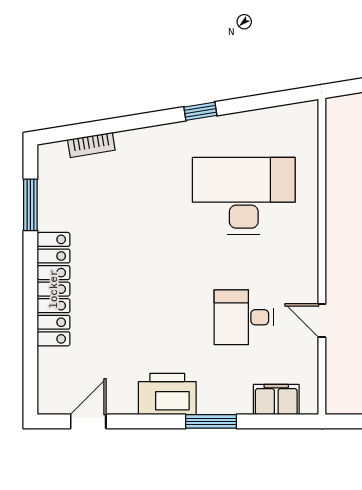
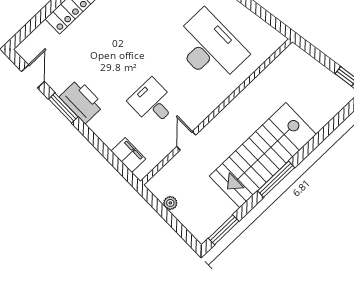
door: (88, 421) -> (33, 76), hinge flipped
window: (211, 421) -> (63, 108), moved

